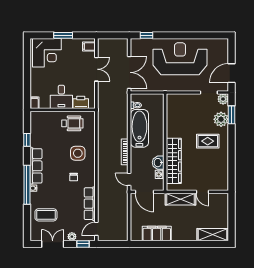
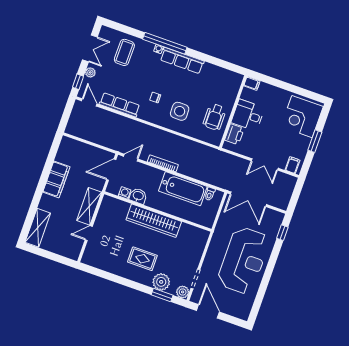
window: (27, 140) -> (214, 61), removed
rug: (208, 141) -> (142, 259), turned 90
wardrobe: (174, 161) -> (154, 221), moved
filing cabinet: (157, 233) -> (56, 179), moved

